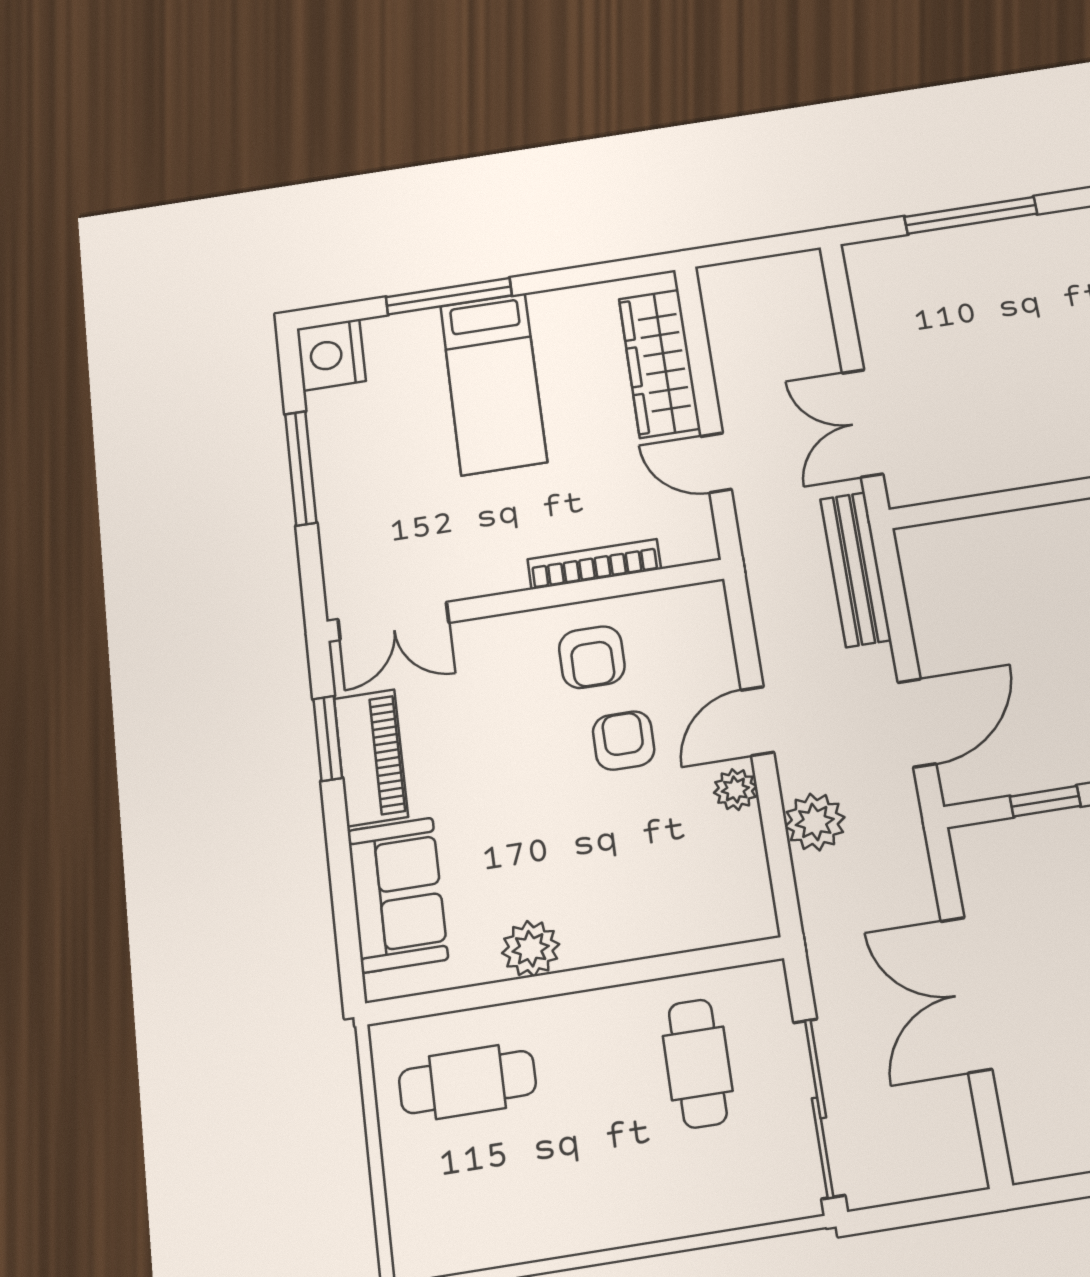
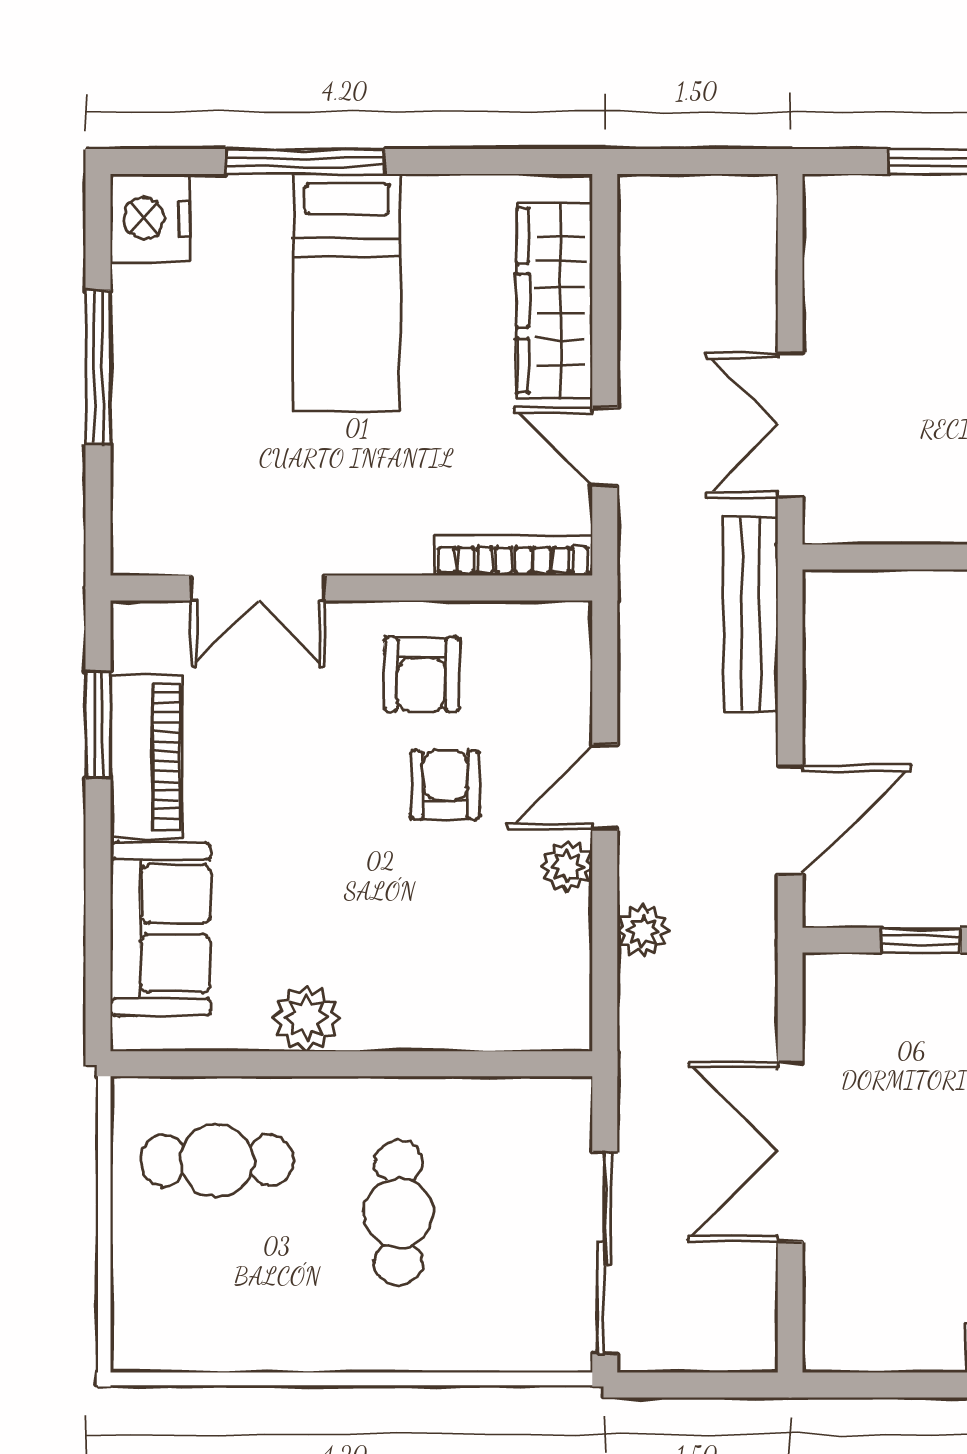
bookcase: (594, 564) -> (513, 555), moved
double door: (393, 621) -> (258, 588), moved
plant: (815, 822) -> (643, 931), width x0.73, depth x0.73
cafe table: (698, 1063) -> (398, 1213), moved

